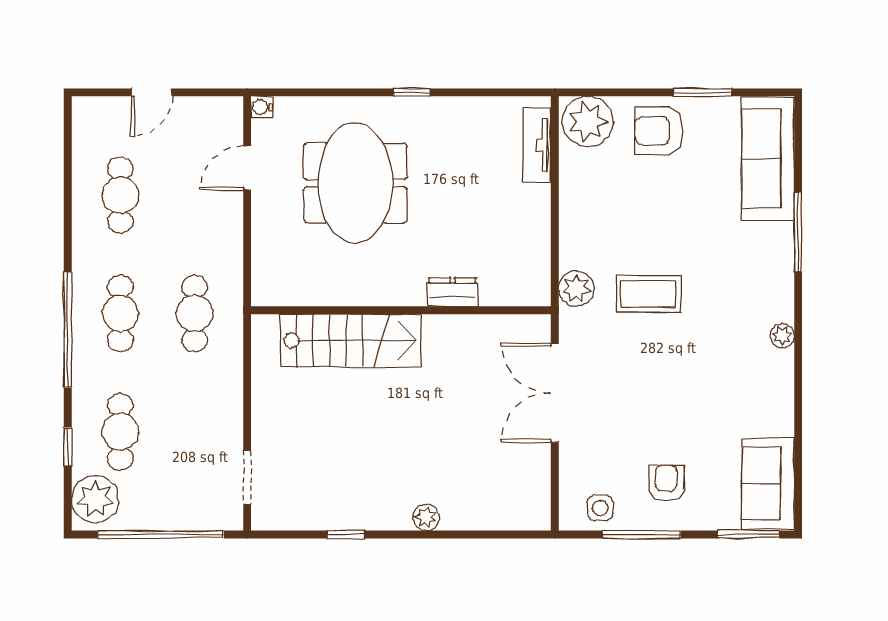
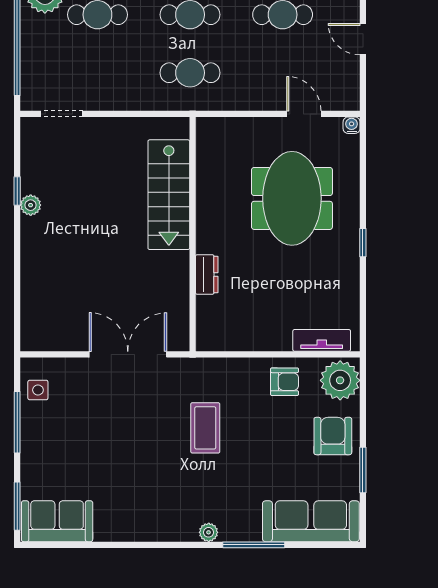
meeting table: (355, 183) -> (292, 198), turned 90
plant: (576, 288) -> (210, 371), removed
plant: (782, 336) -> (209, 532), moved
armchair: (666, 483) -> (285, 382), moved
plant: (426, 517) -> (31, 205), moved

